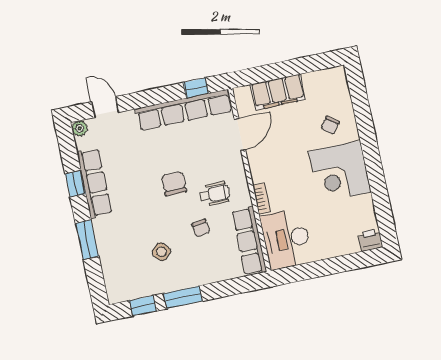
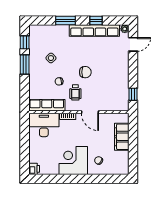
row of seats: (184, 110) -> (123, 86), removed
door: (240, 134) -> (90, 112), moved
row of seats: (94, 183) -> (94, 30), width x1.36

